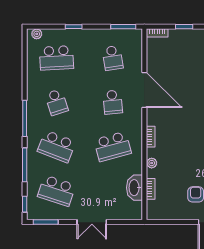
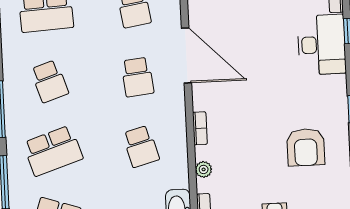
school desk: (57, 146) -> (53, 151), turned -39
school desk: (113, 146) -> (141, 146), width x0.54

